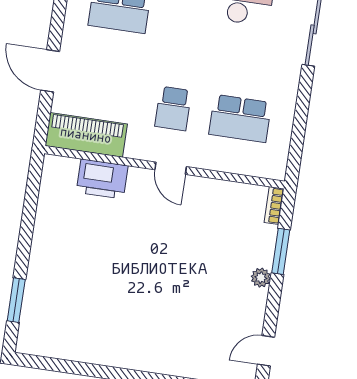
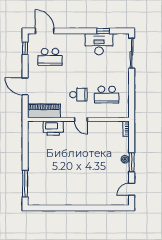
school desk: (173, 109) -> (78, 95), turned -90
window: (281, 251) -> (132, 162), moved
window: (16, 300) -> (25, 184), width x1.44

